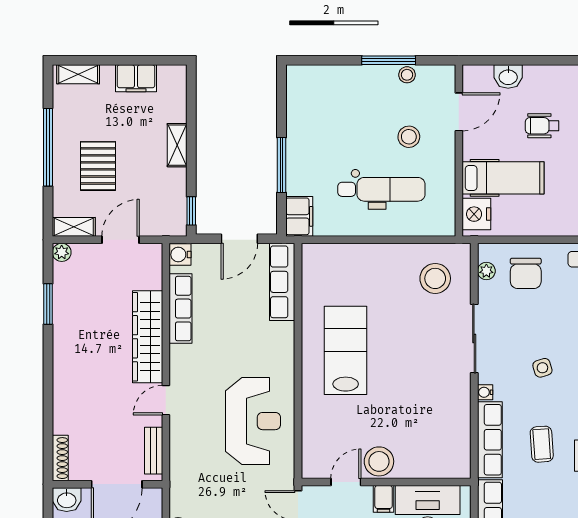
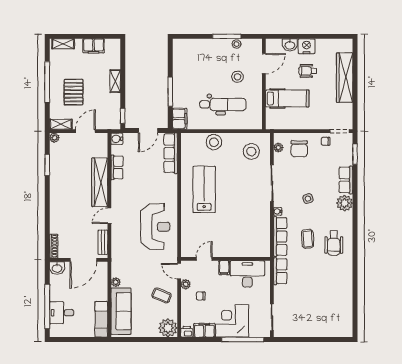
nightstand: (476, 214) -> (307, 46), moved, turned 90
row of seats: (180, 309) -> (117, 167), width x0.68
stool: (379, 461) -> (214, 142), moved

